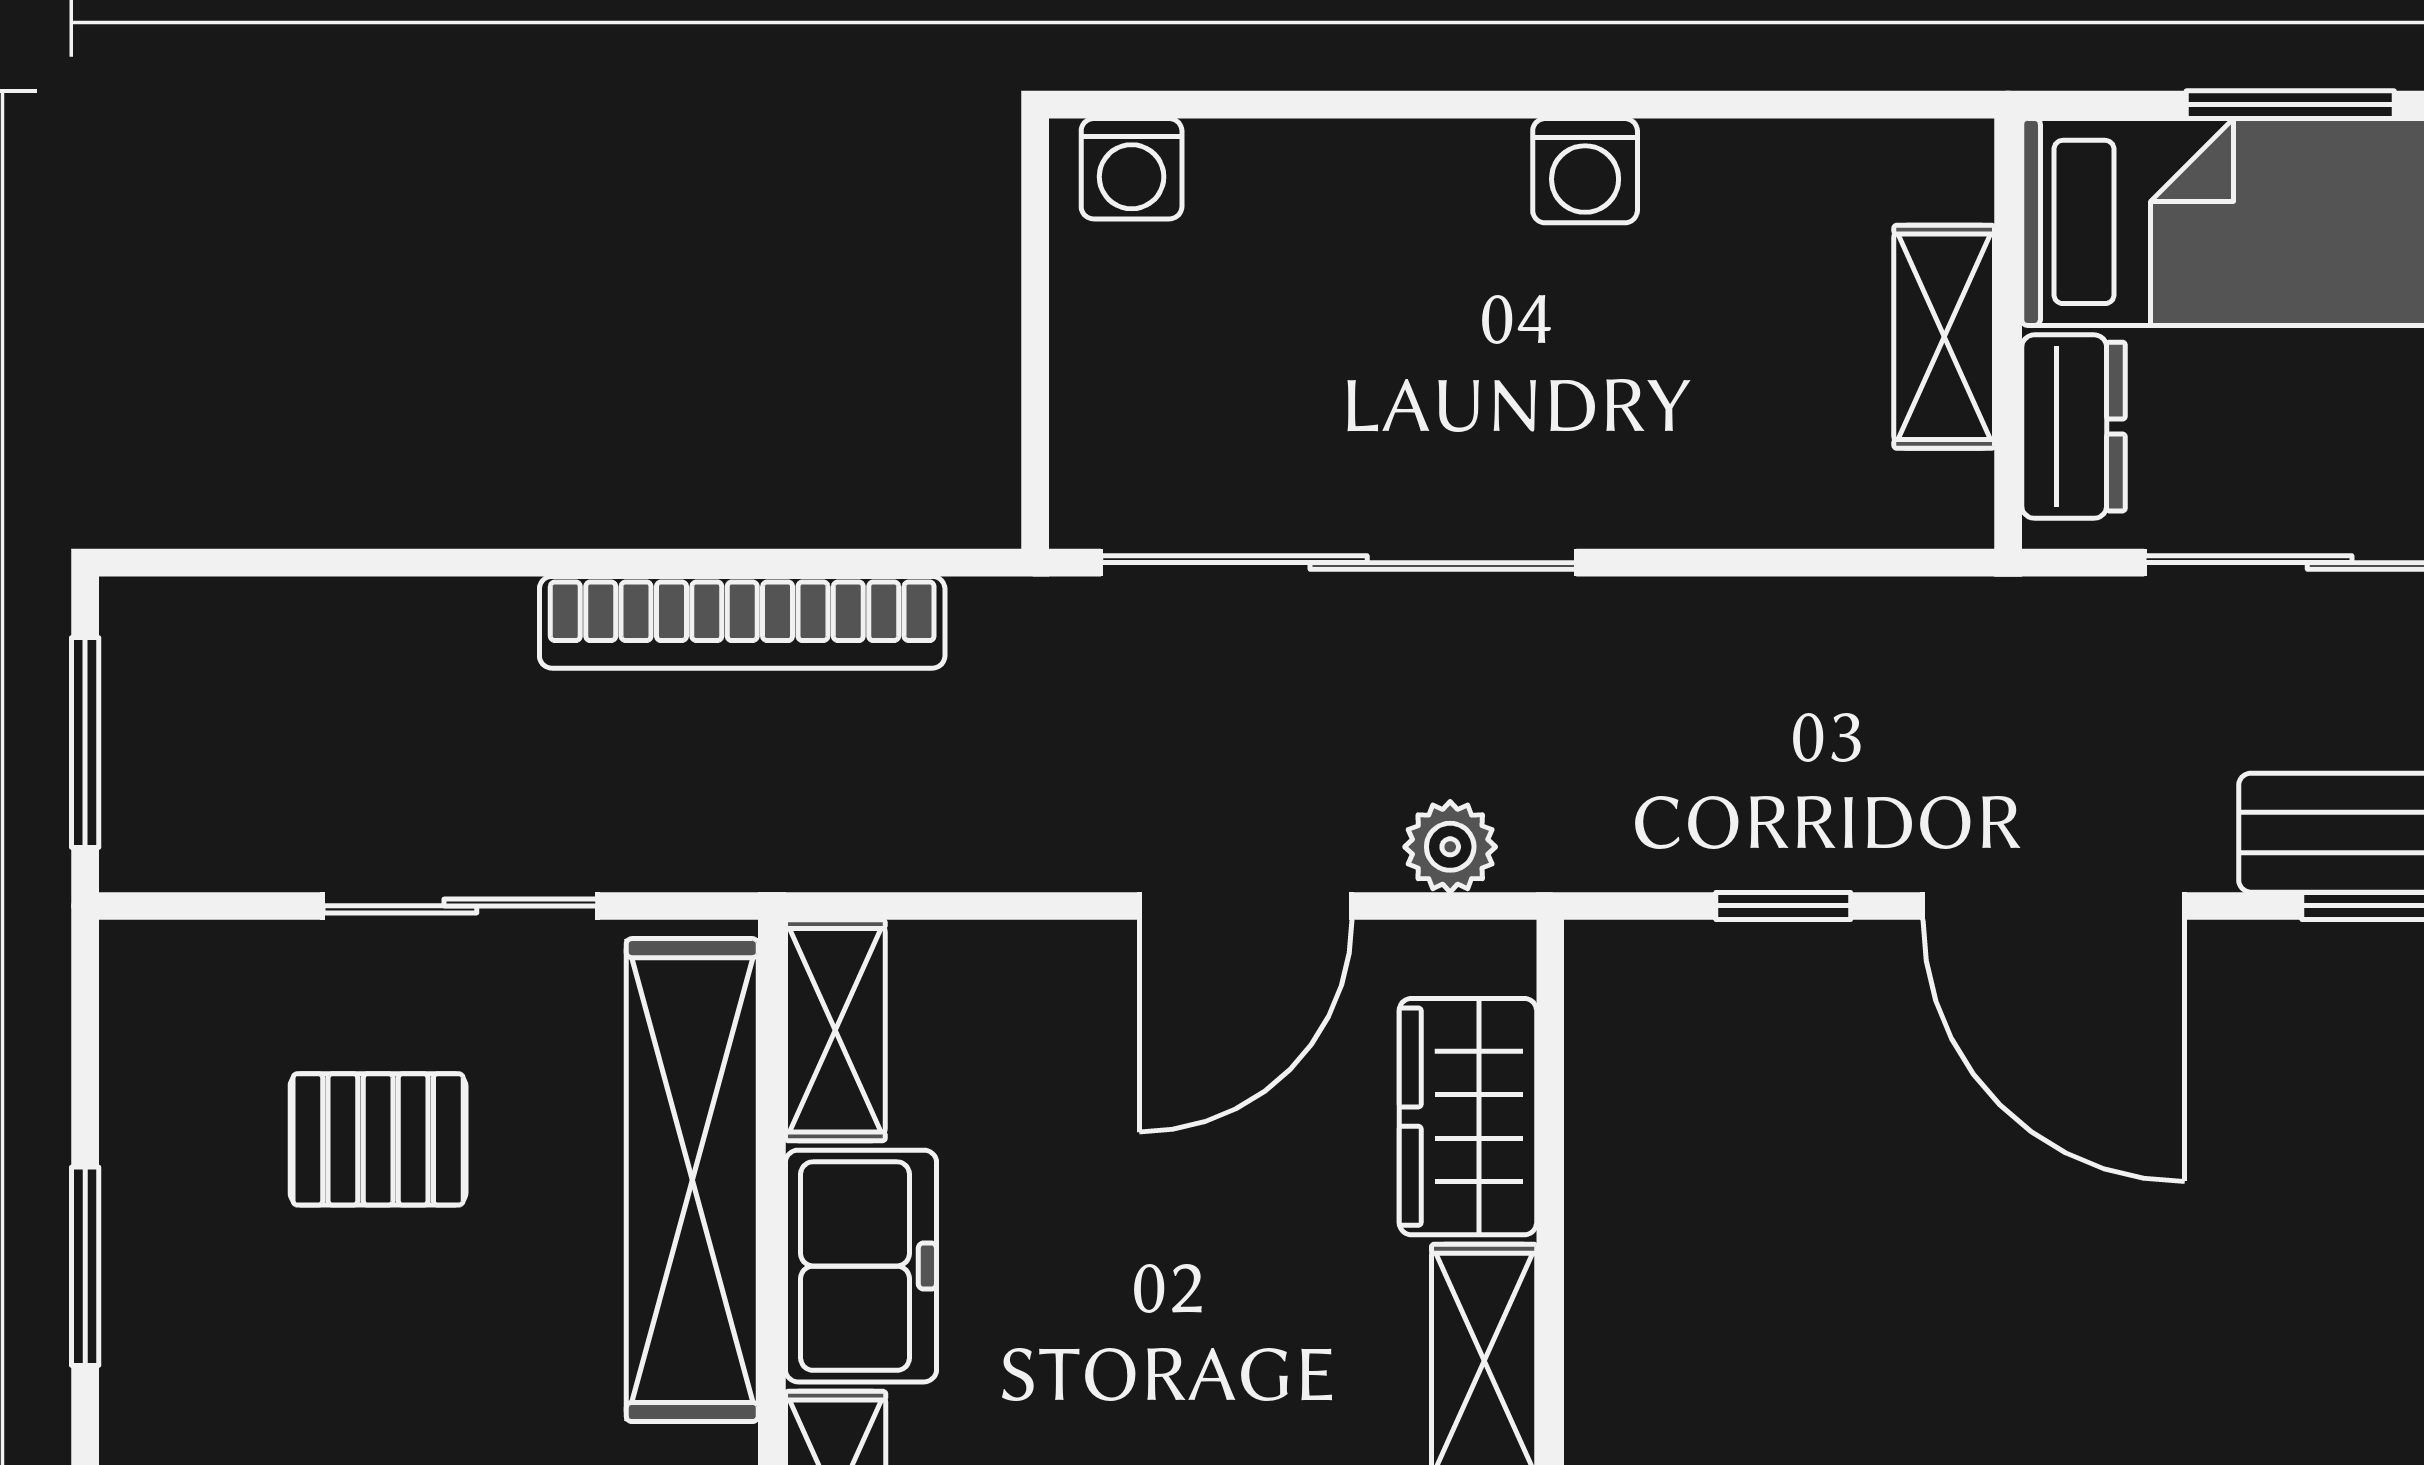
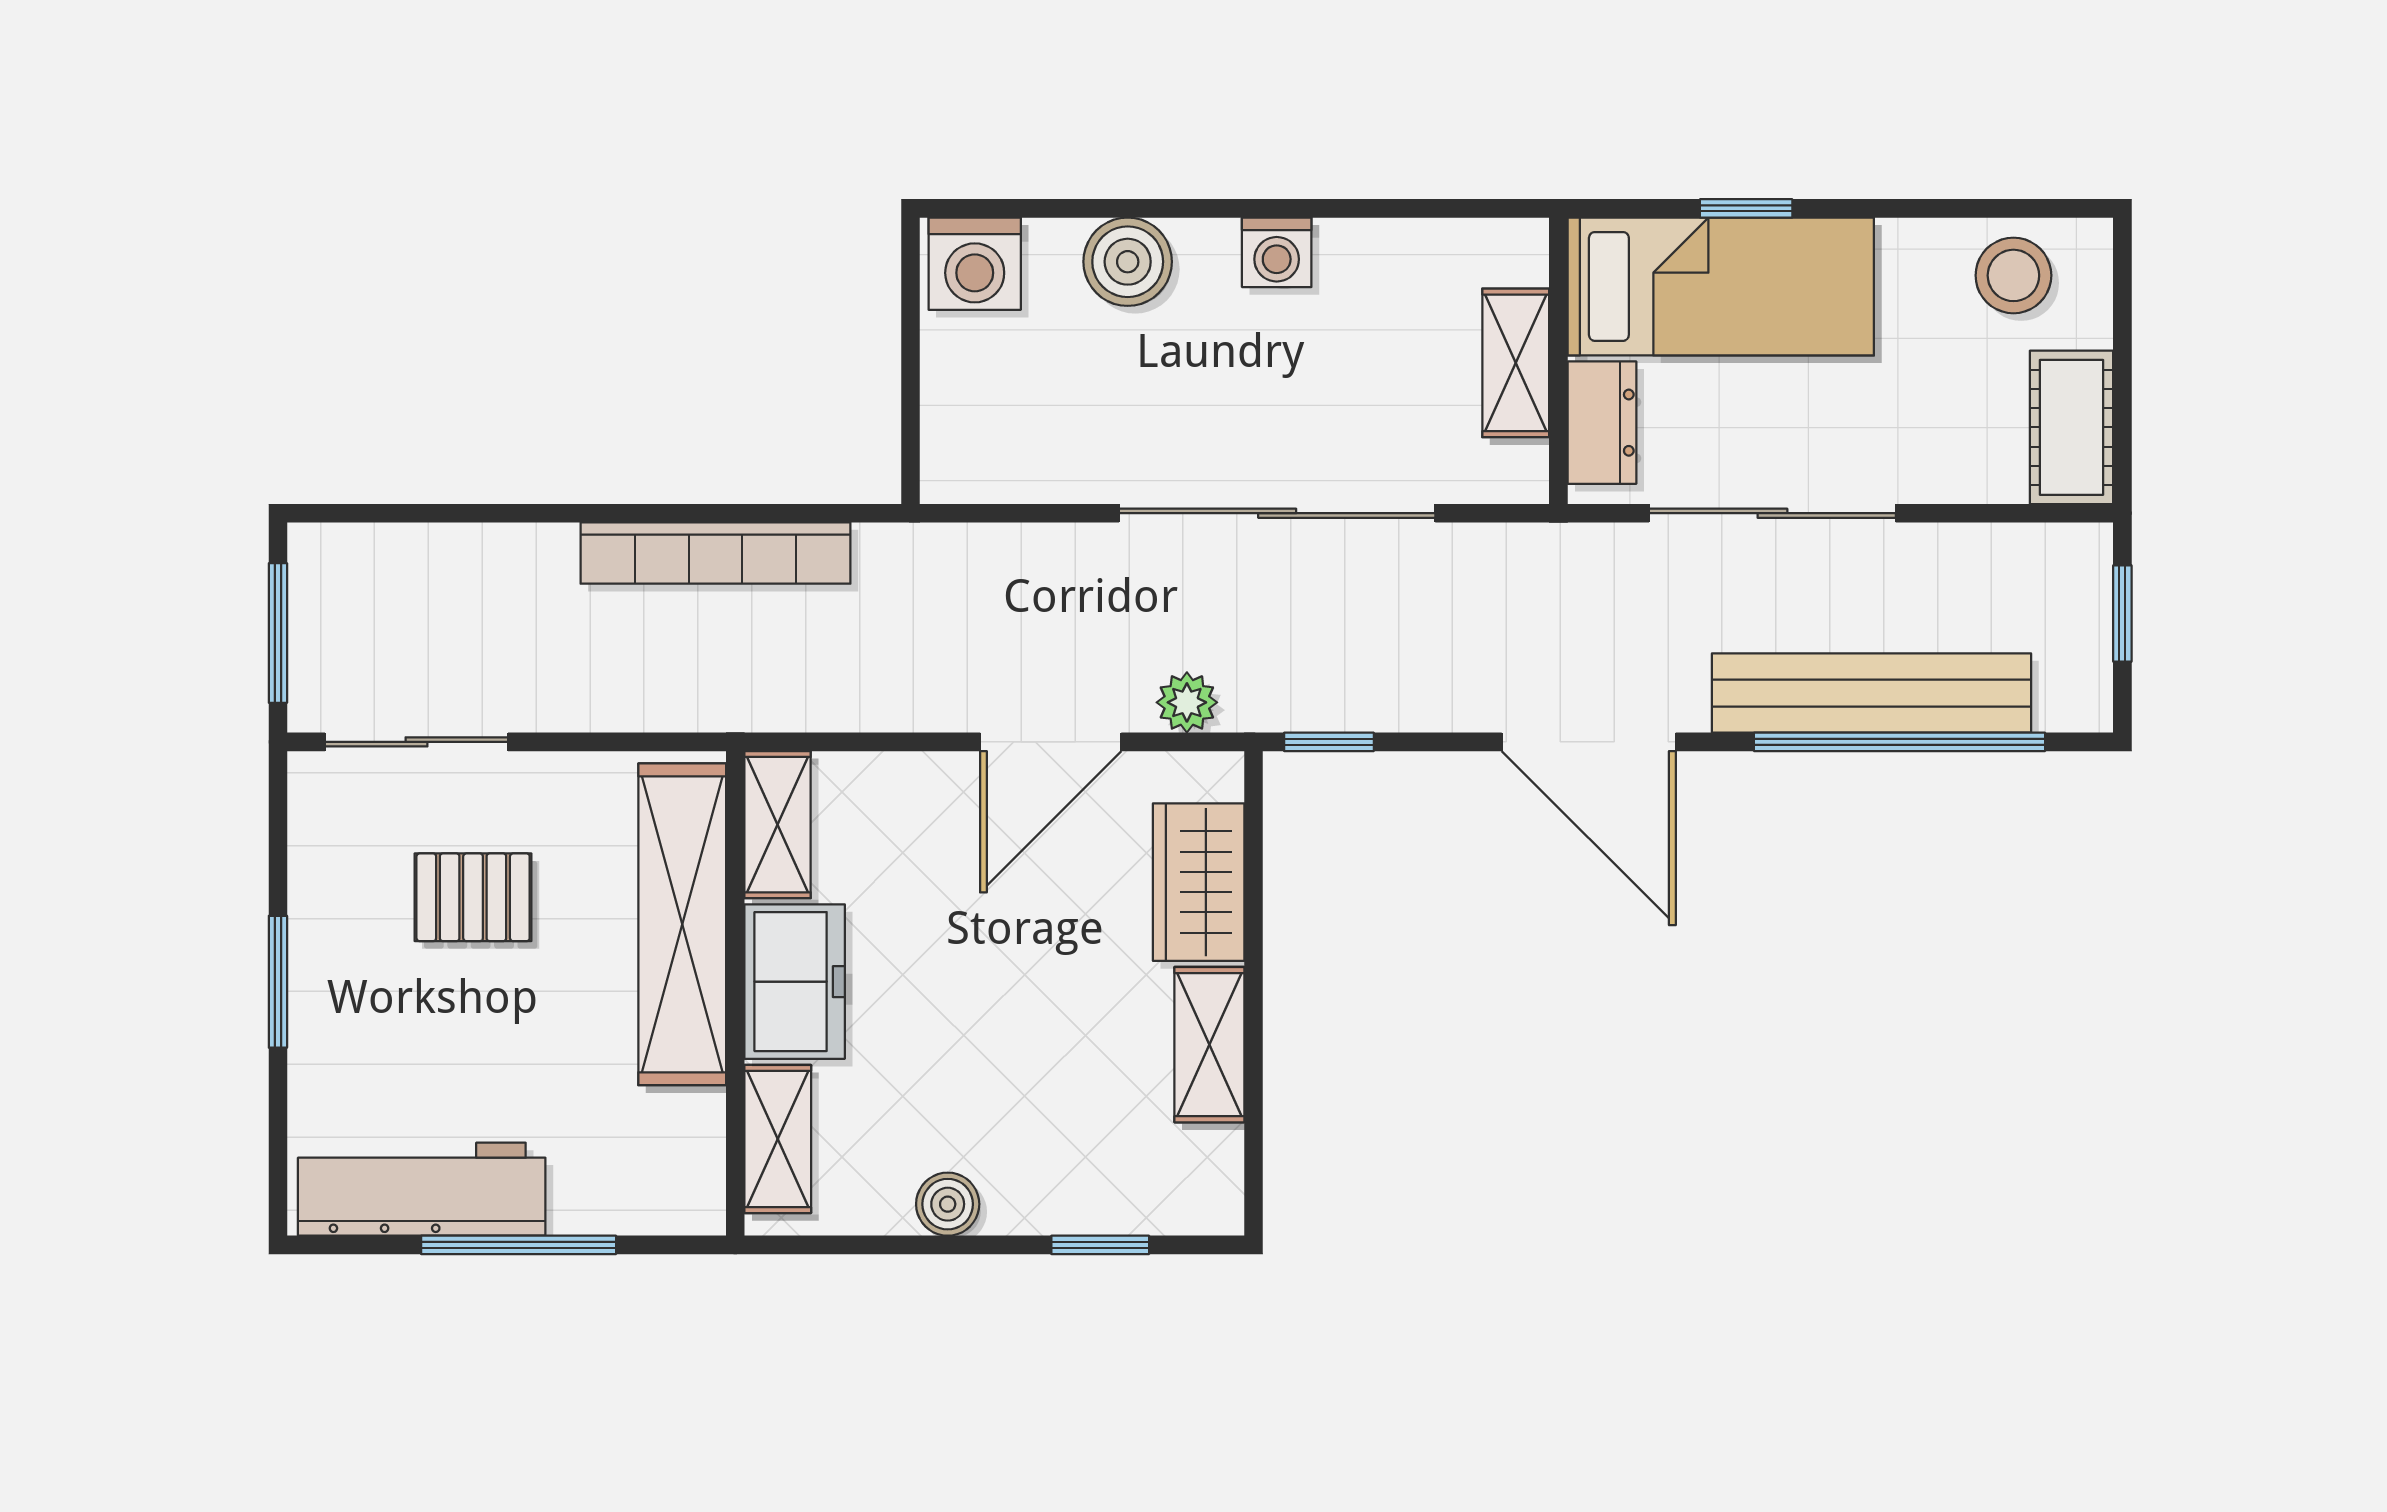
window: (2290, 105) -> (1746, 208), width x0.67
washing machine: (1132, 169) -> (975, 264), width x1.38, depth x1.38
boiler: (1361, 185) -> (1128, 262), added
sliding door: (1339, 563) -> (1277, 513), moved
sliding door: (460, 906) -> (416, 742), moved
window: (1783, 906) -> (1329, 742), moved

